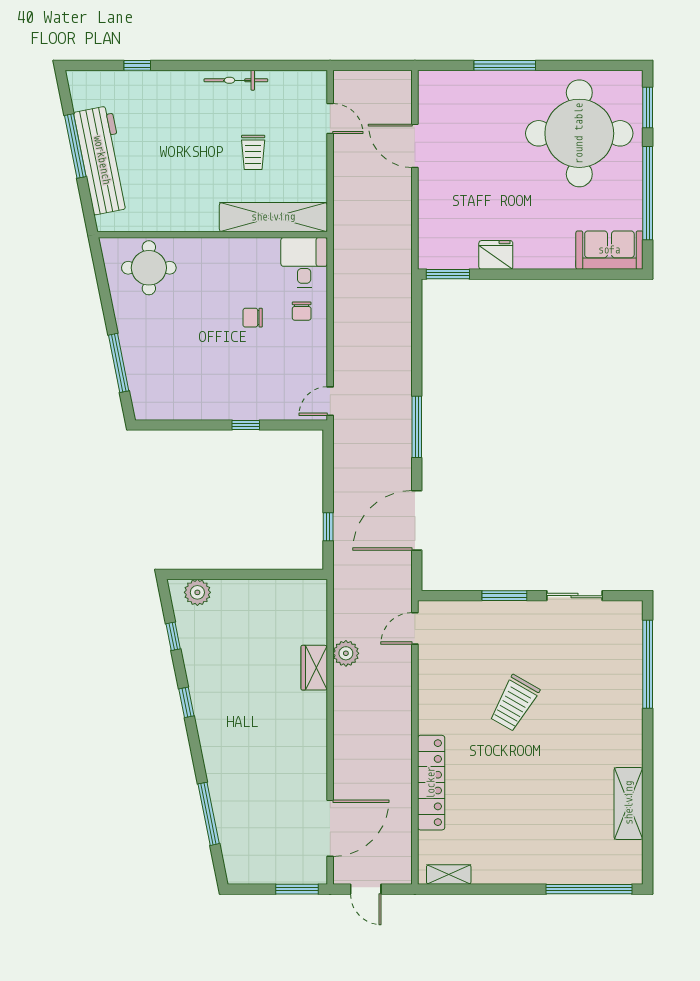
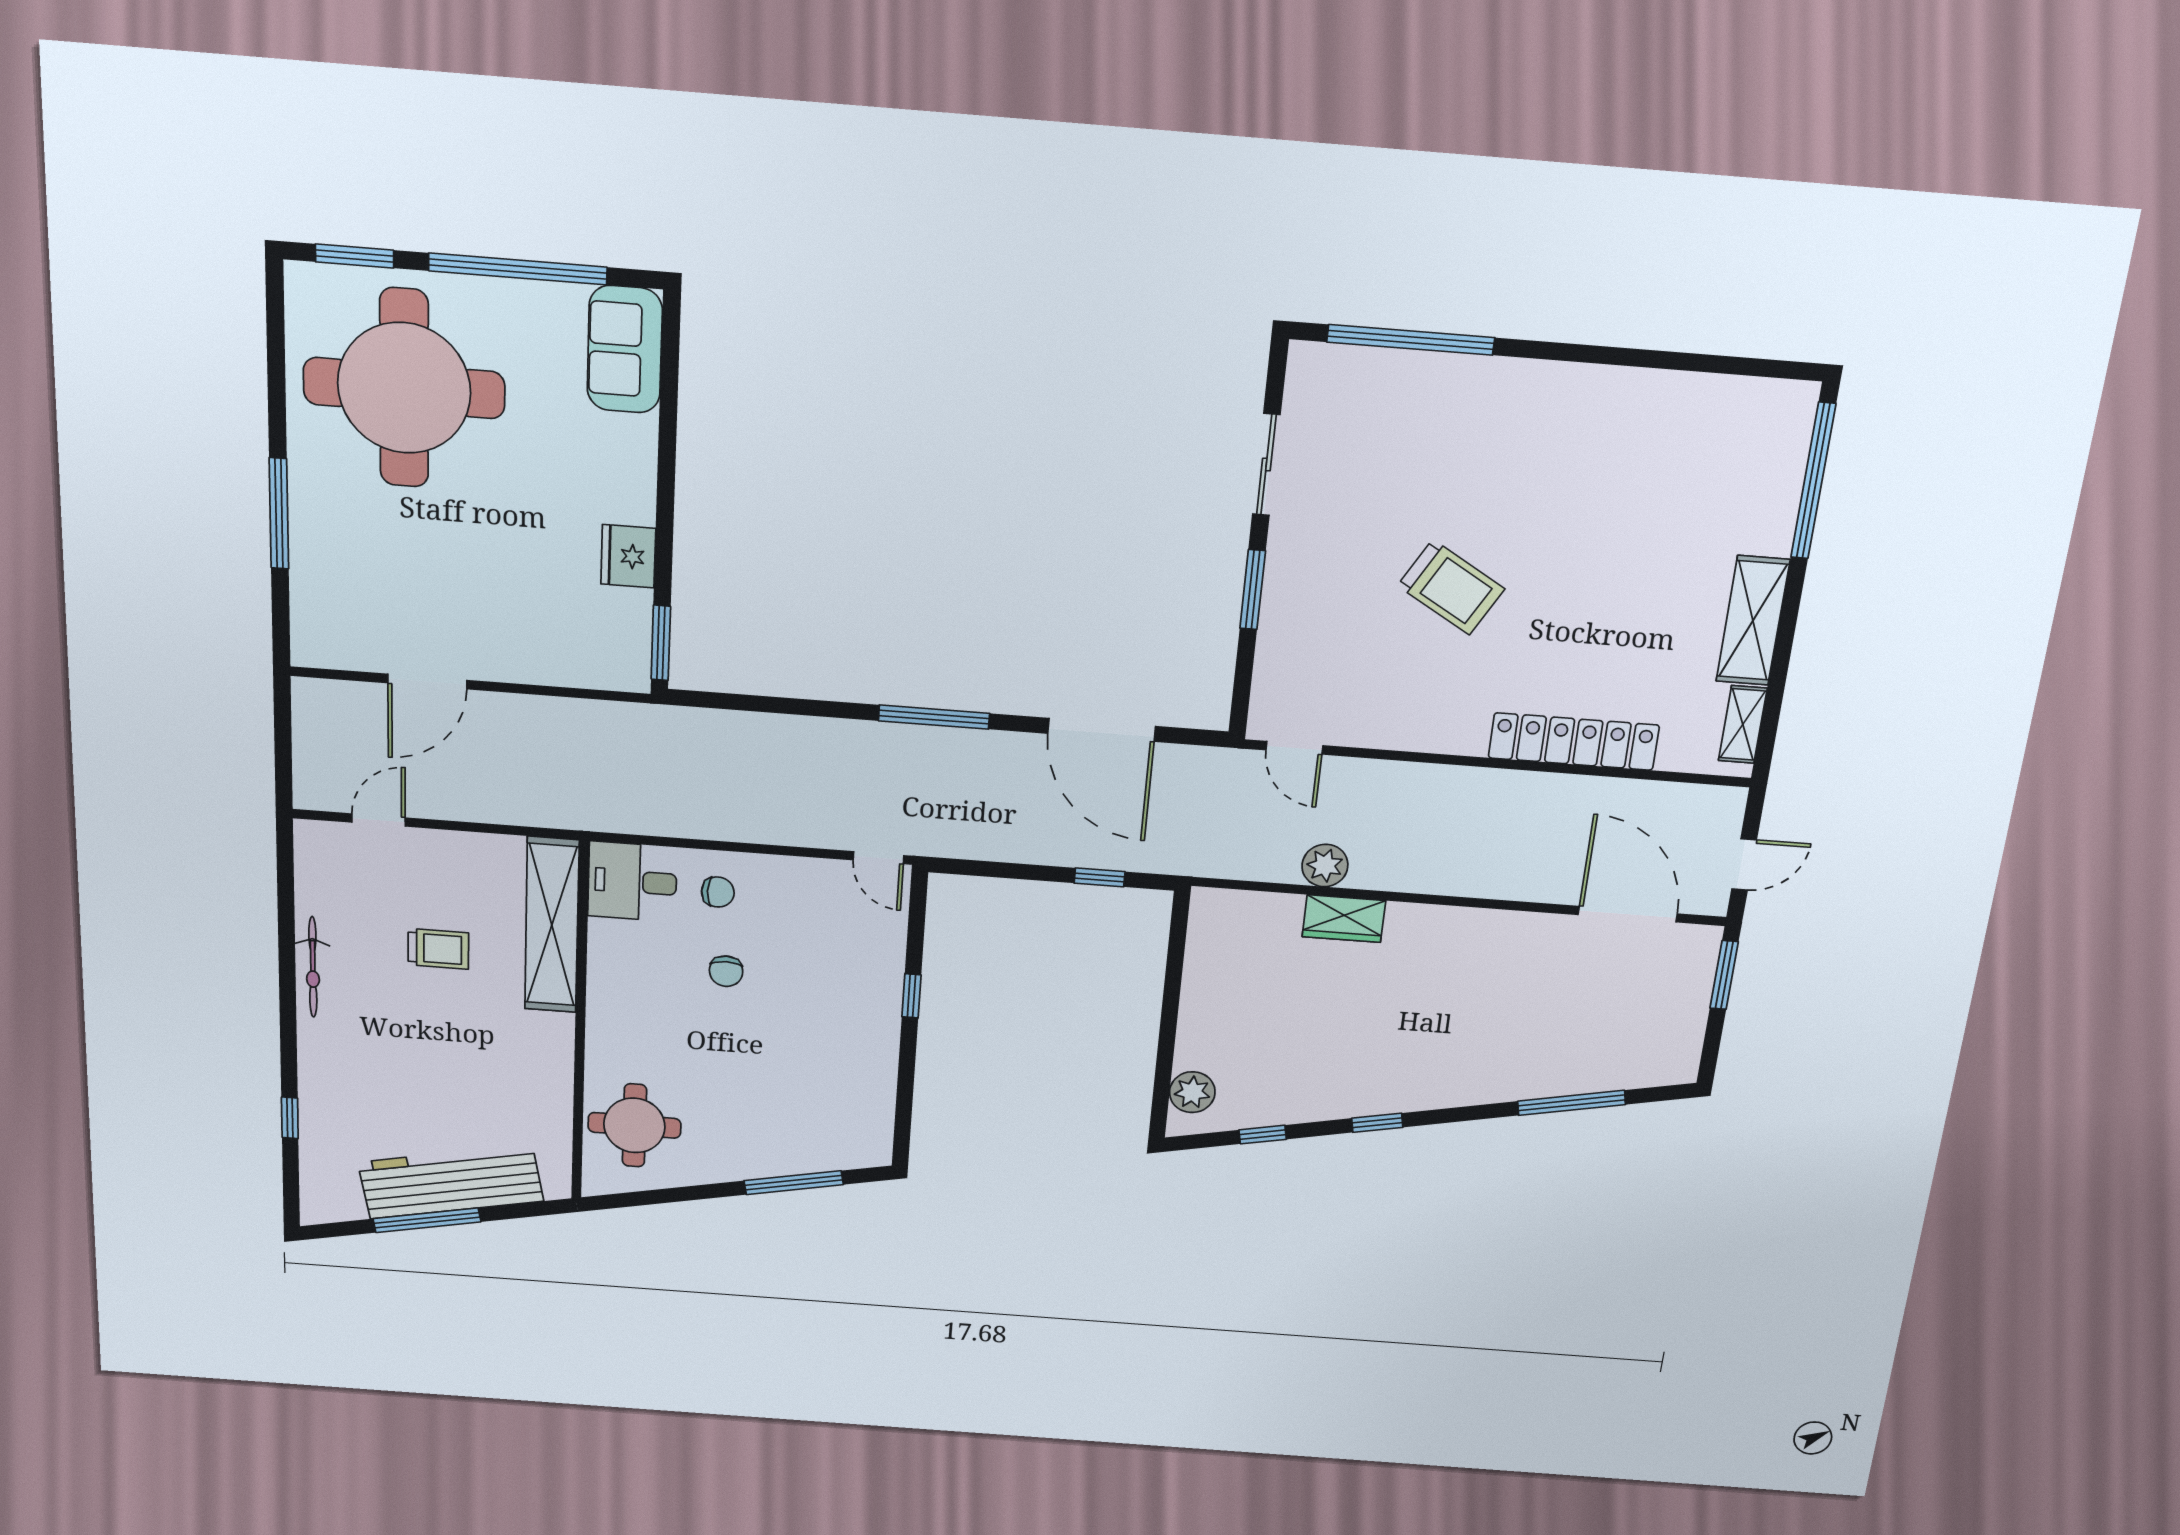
shelving: (629, 803) -> (1753, 621), moved, turned 90

